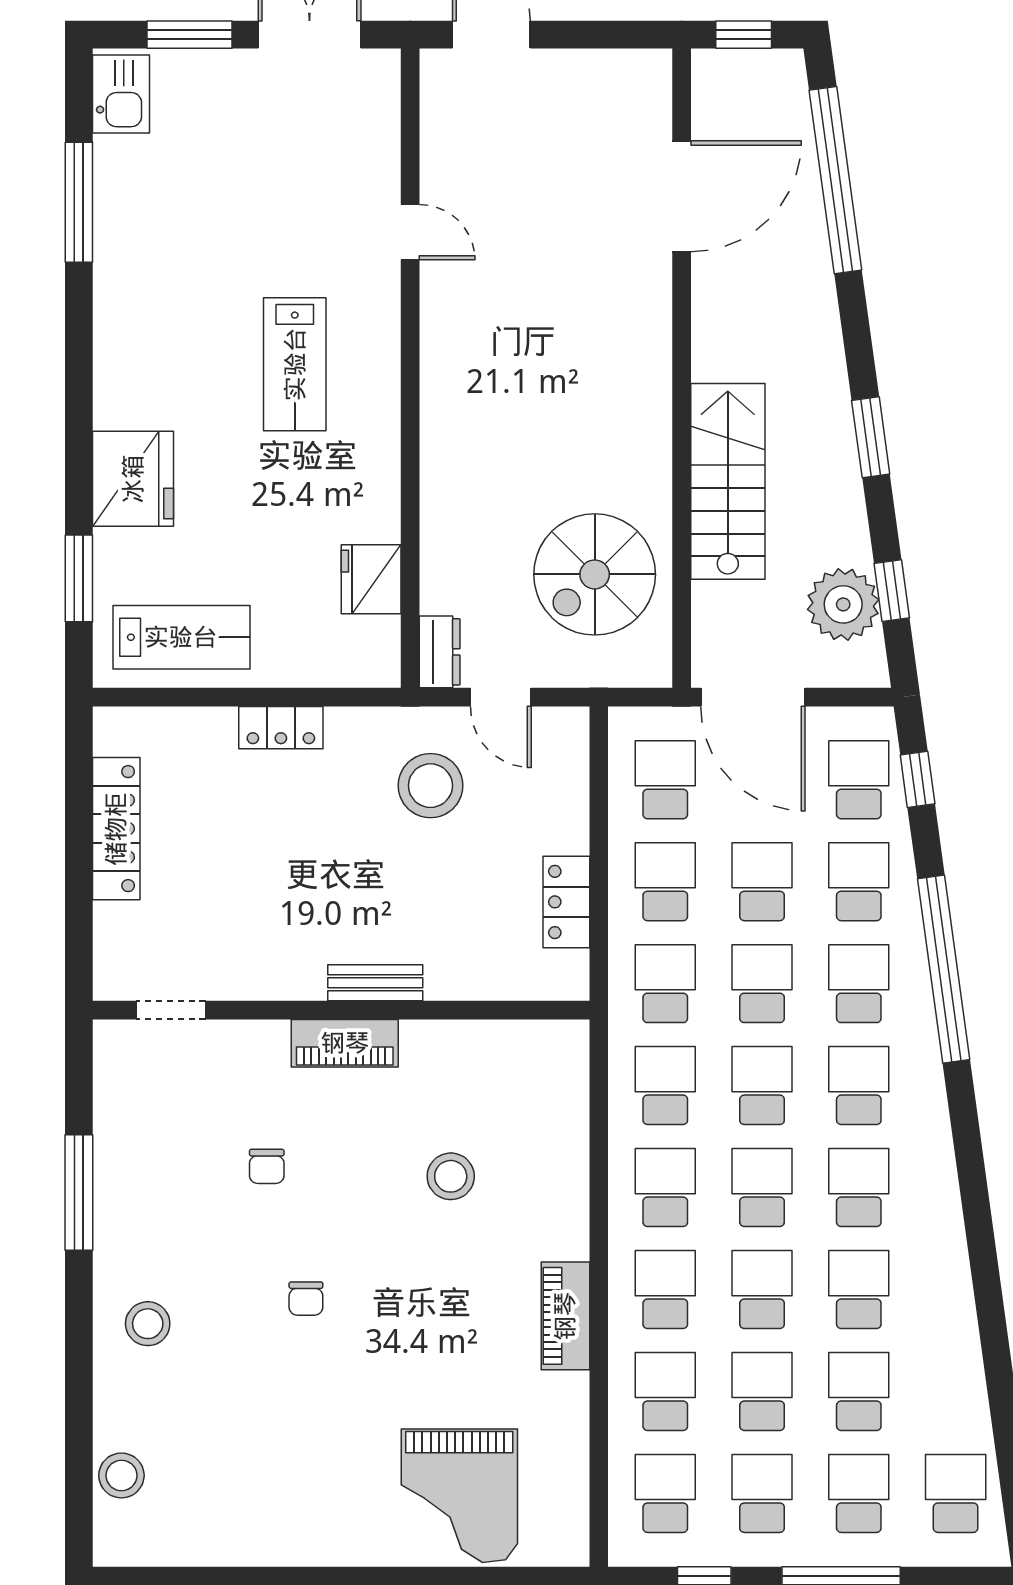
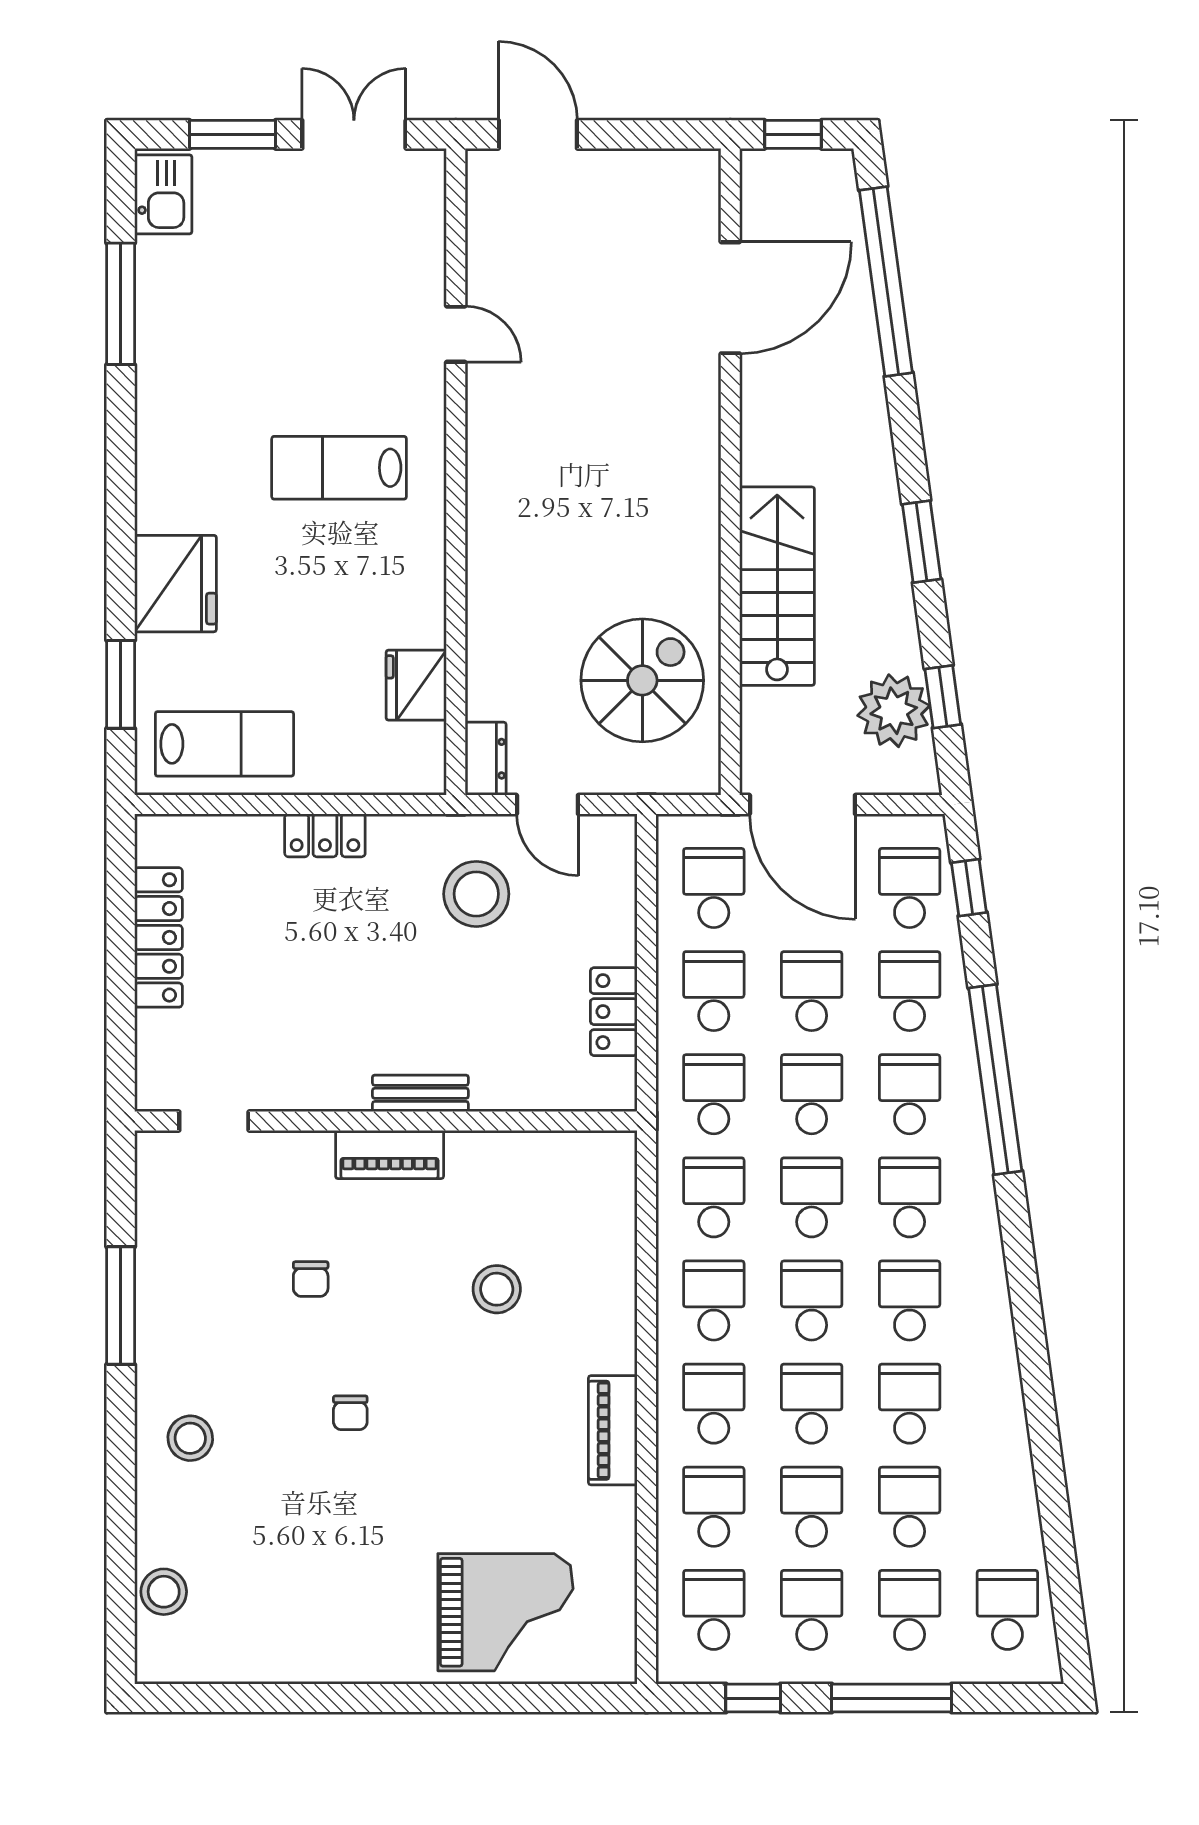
lab bench: (295, 364) -> (339, 468), turned 90
spiral stairs: (595, 574) -> (642, 680), turned 180
grand piano: (459, 1496) -> (505, 1612), turned -90

